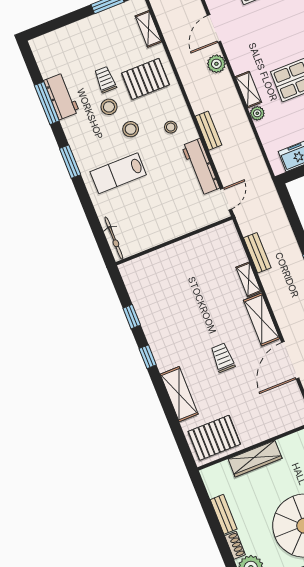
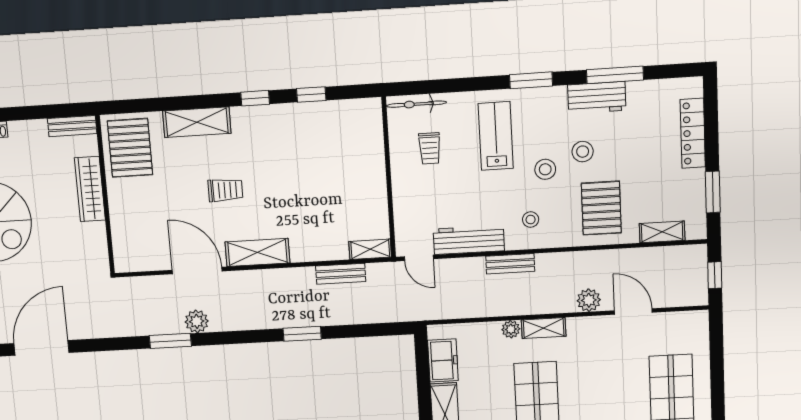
locker: (70, 33) -> (693, 133), added
trolley: (105, 80) -> (430, 148), moved, turned 90
workbench: (62, 96) -> (597, 98), moved
shelving: (249, 279) -> (370, 249), moved
bench: (224, 514) -> (72, 126), moved

